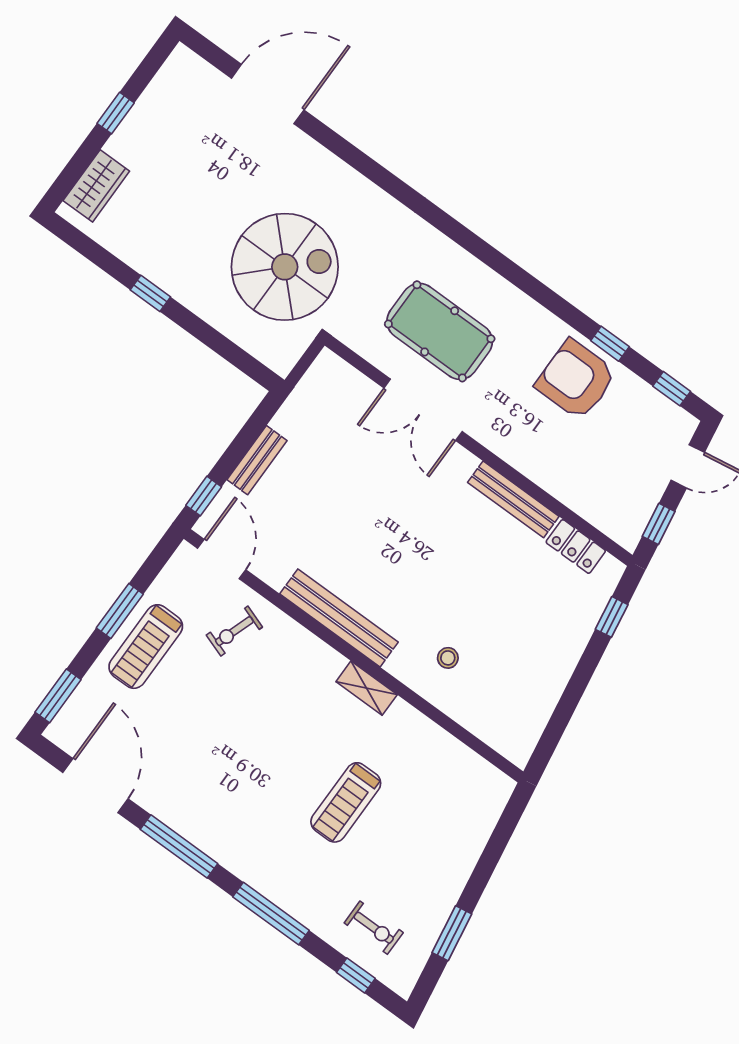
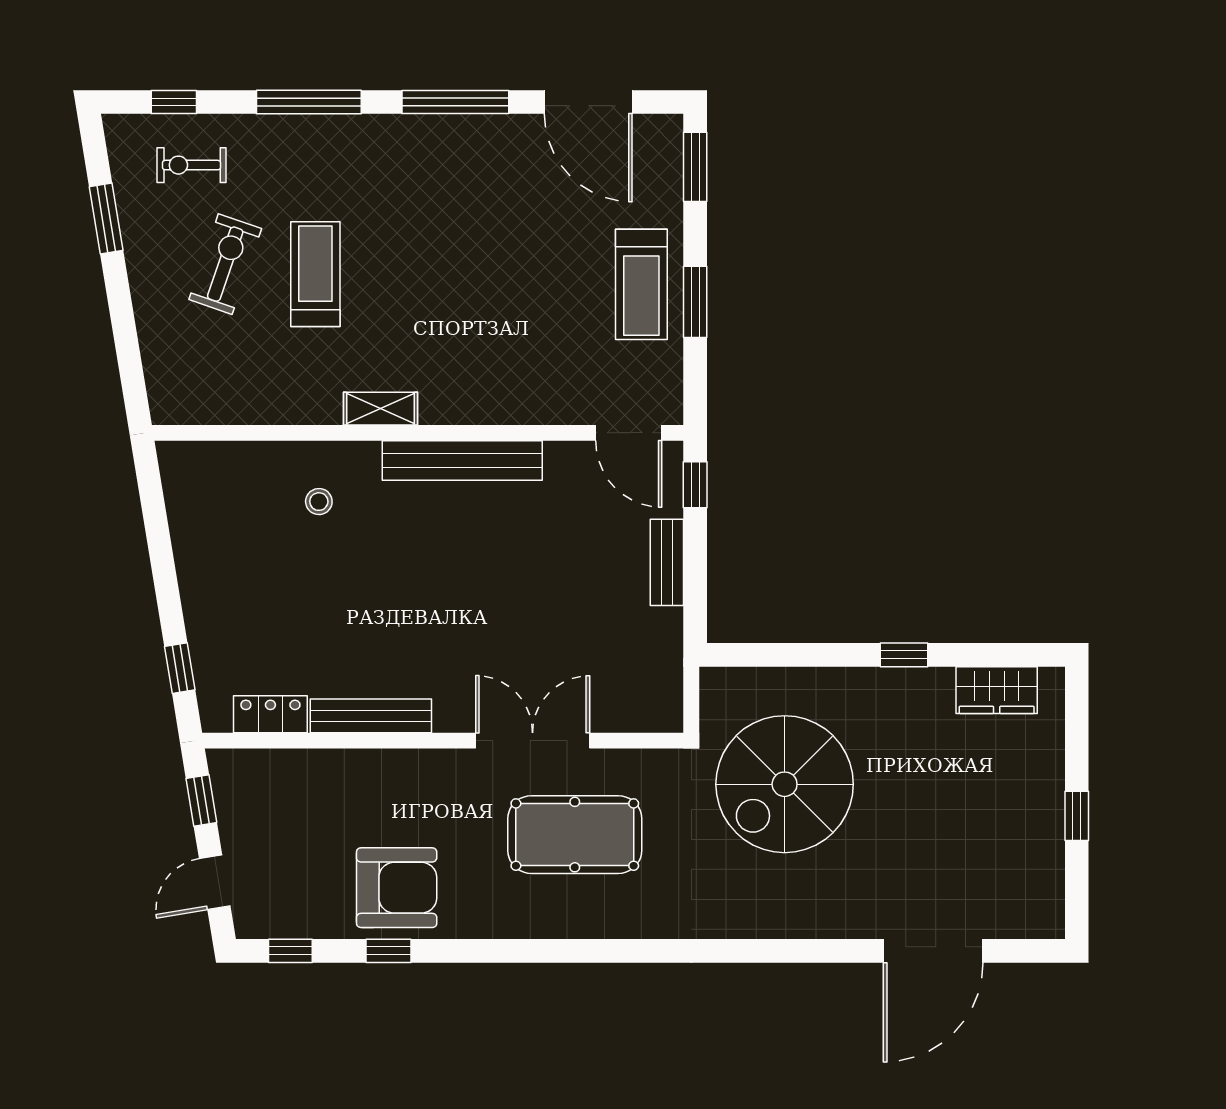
wardrobe: (96, 186) -> (997, 690), moved, turned -90
exercise bike: (234, 631) -> (225, 264), moved, width x1.38, depth x1.39
treadmill: (146, 647) -> (641, 284), turned 180

